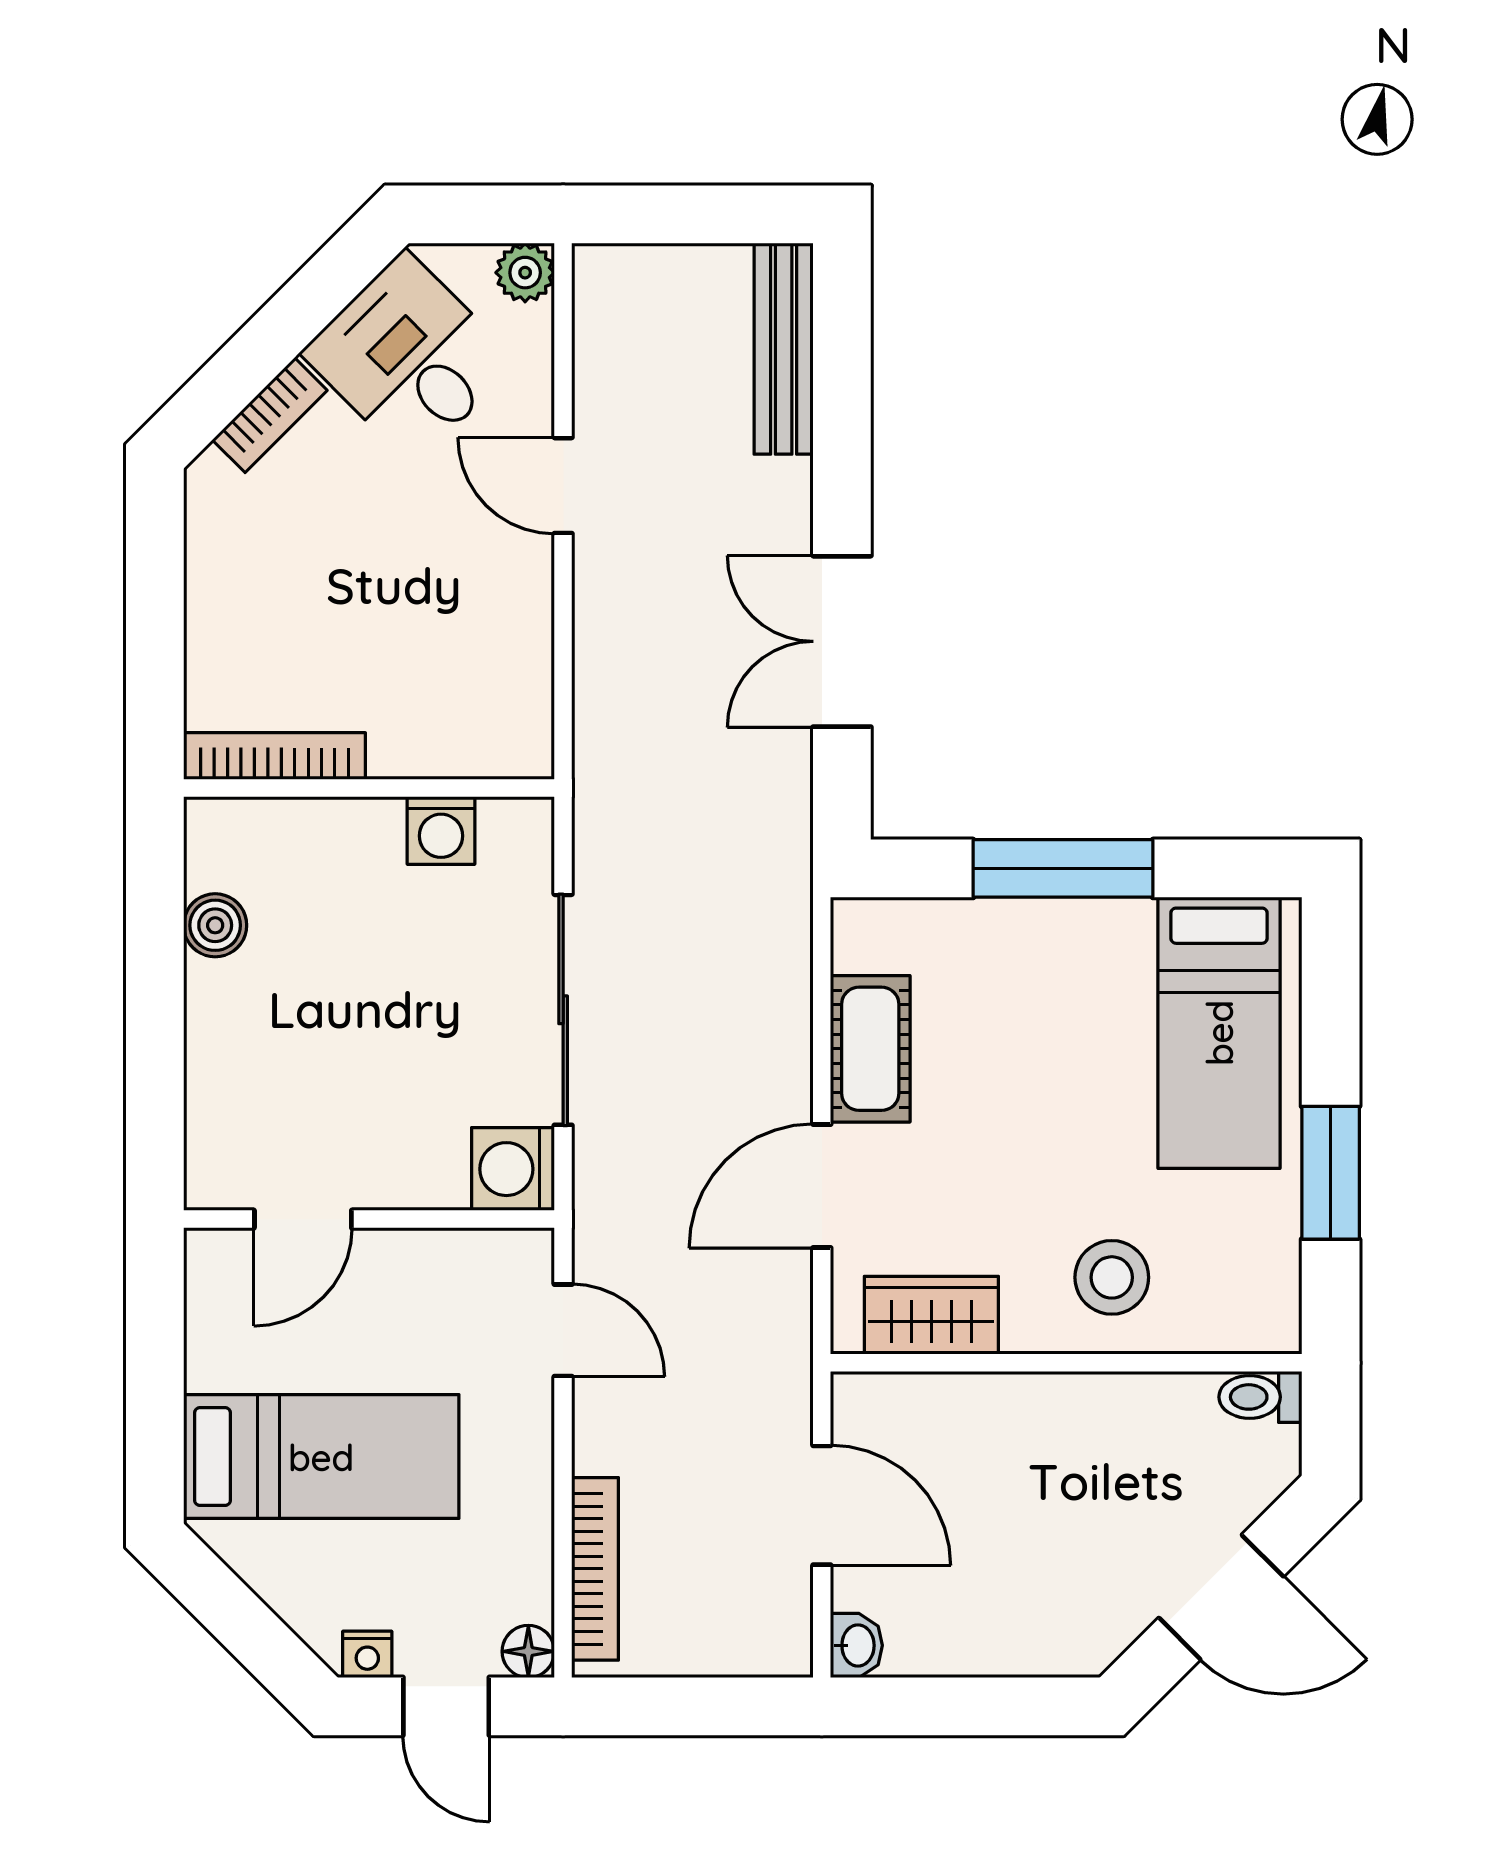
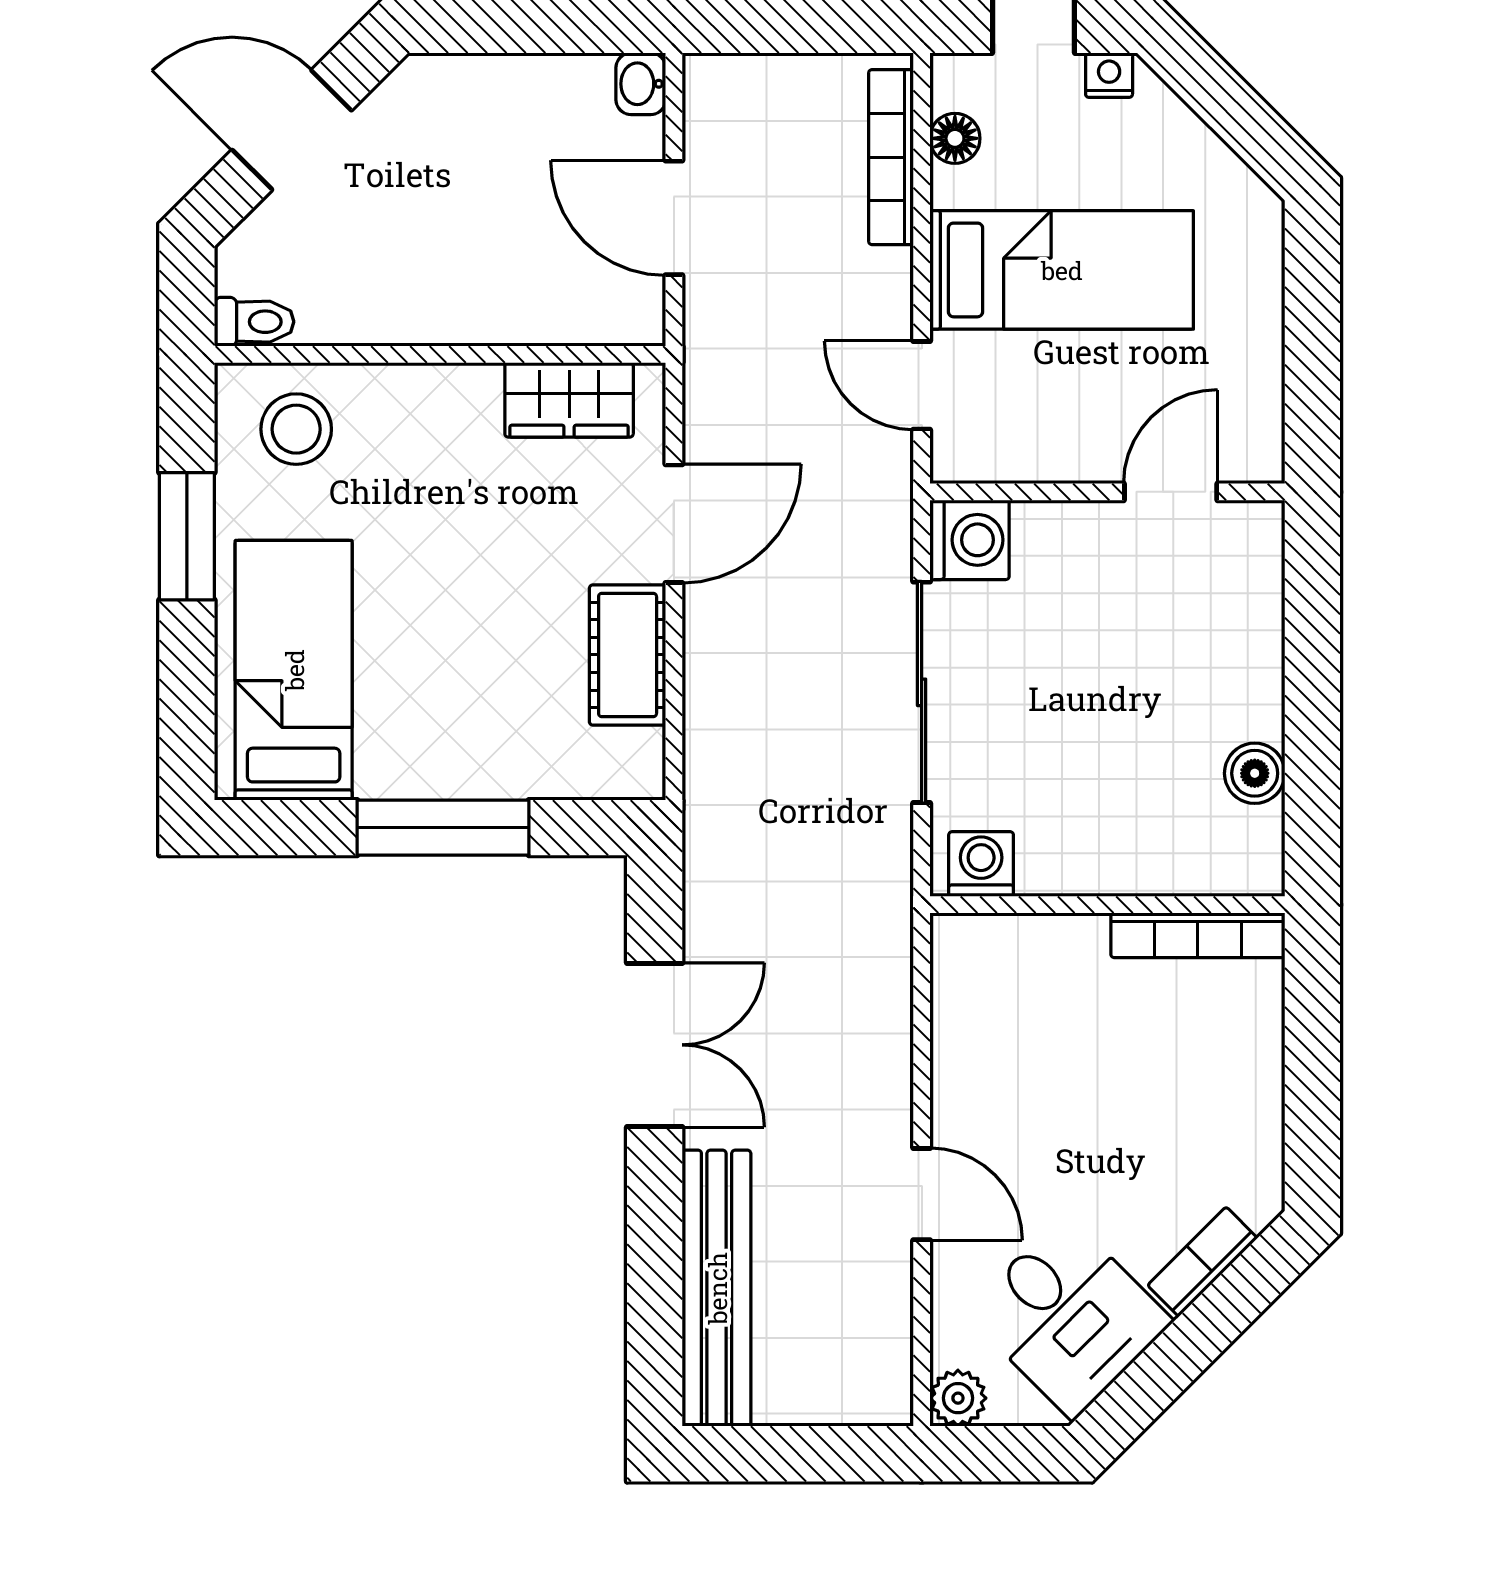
bench: (784, 349) -> (717, 1288), width x1.37, depth x1.21
washing machine: (441, 830) -> (981, 864), moved
stool: (1112, 1277) -> (296, 429), moved
bed: (321, 1457) -> (1062, 270), moved, turned 180
floor lamp: (528, 1651) -> (955, 138), moved

